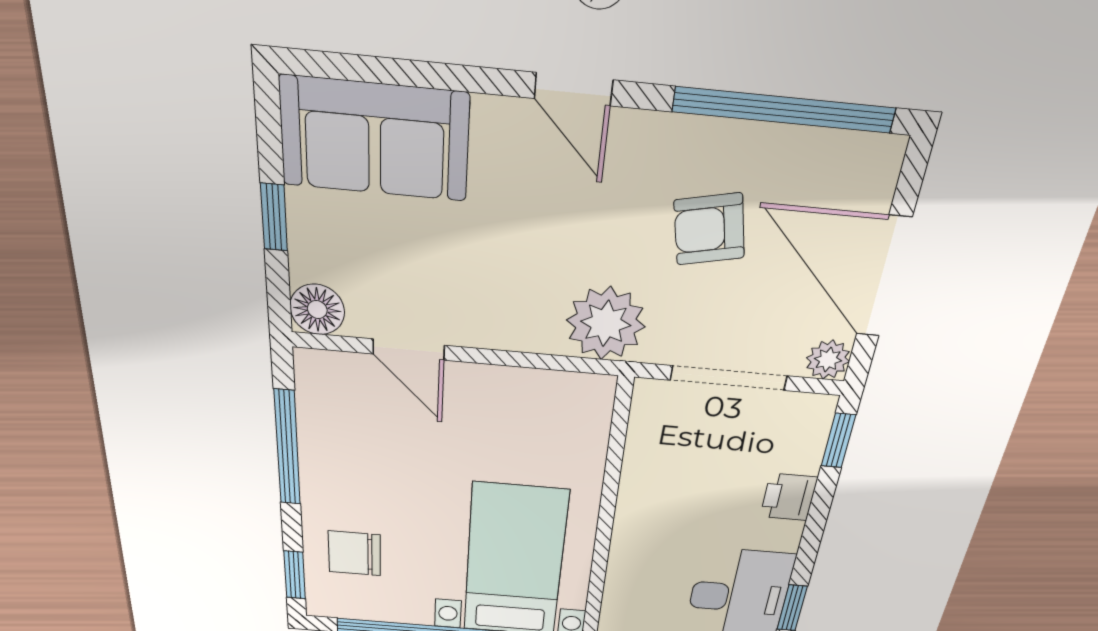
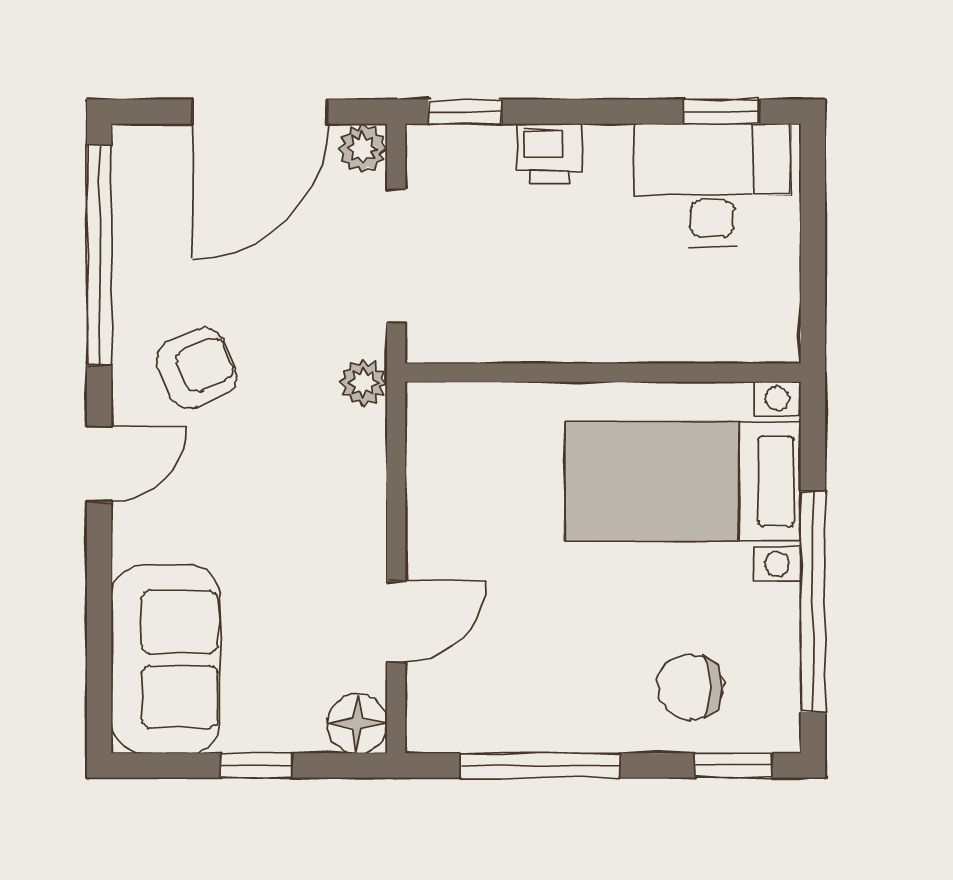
armchair: (709, 229) -> (197, 368), moved, turned -101
plant: (606, 323) -> (363, 383), width x0.53, depth x0.53
chair: (355, 553) -> (690, 687), turned 90

